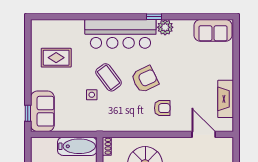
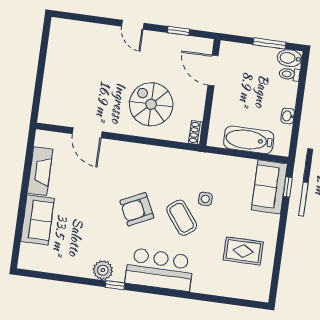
sofa: (213, 30) -> (37, 220), moved, turned 90
bar counter: (120, 34) -> (159, 270), width x0.73
armchair: (162, 108) -> (120, 171), removed
door: (204, 134) -> (87, 133), moved
bathtub: (77, 146) -> (249, 140), moved

